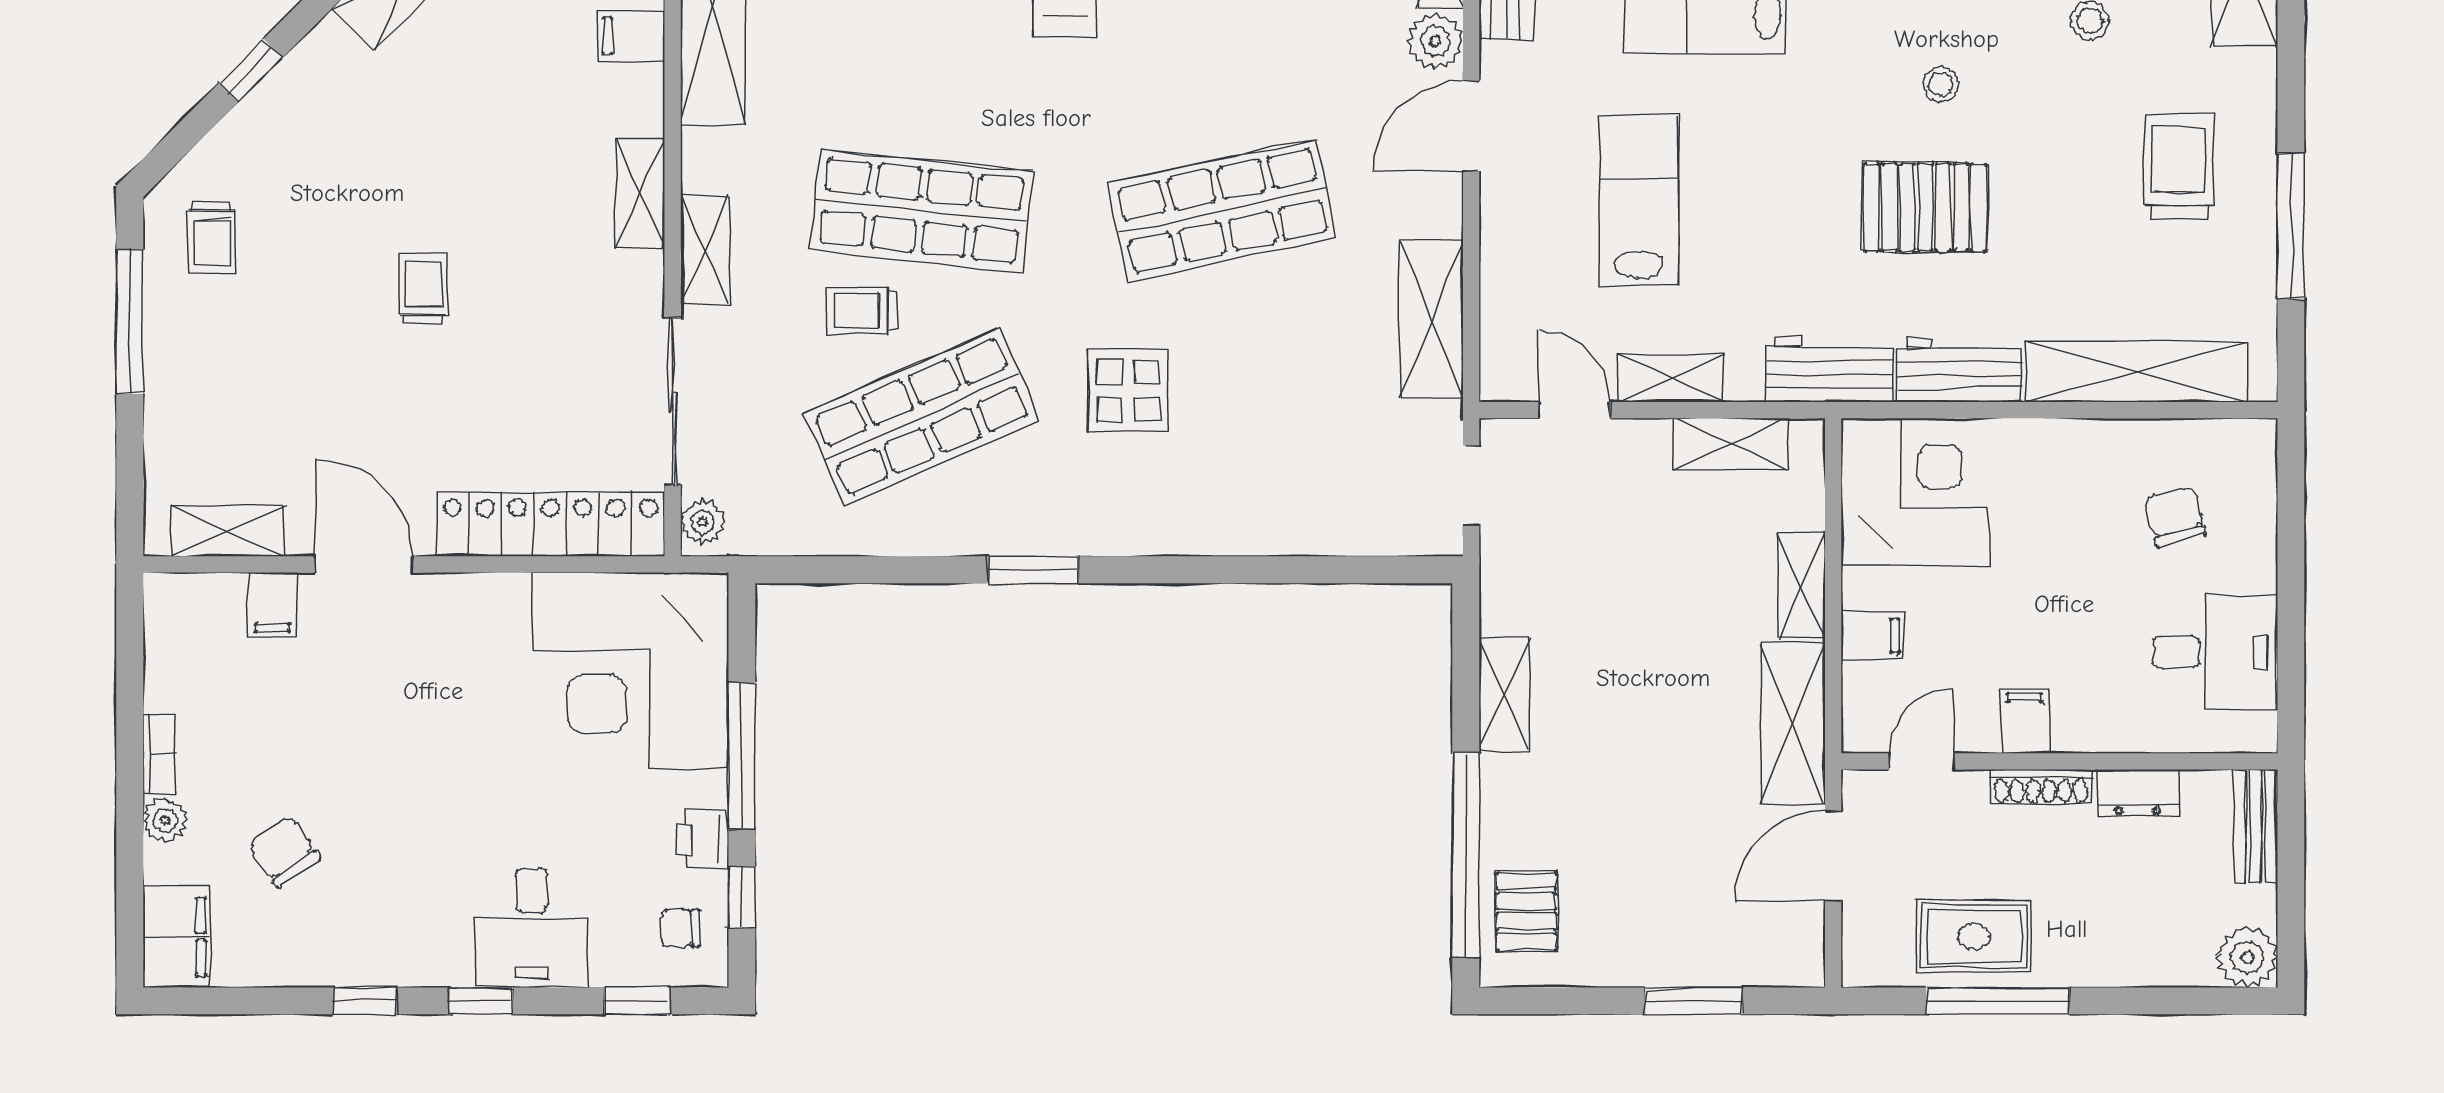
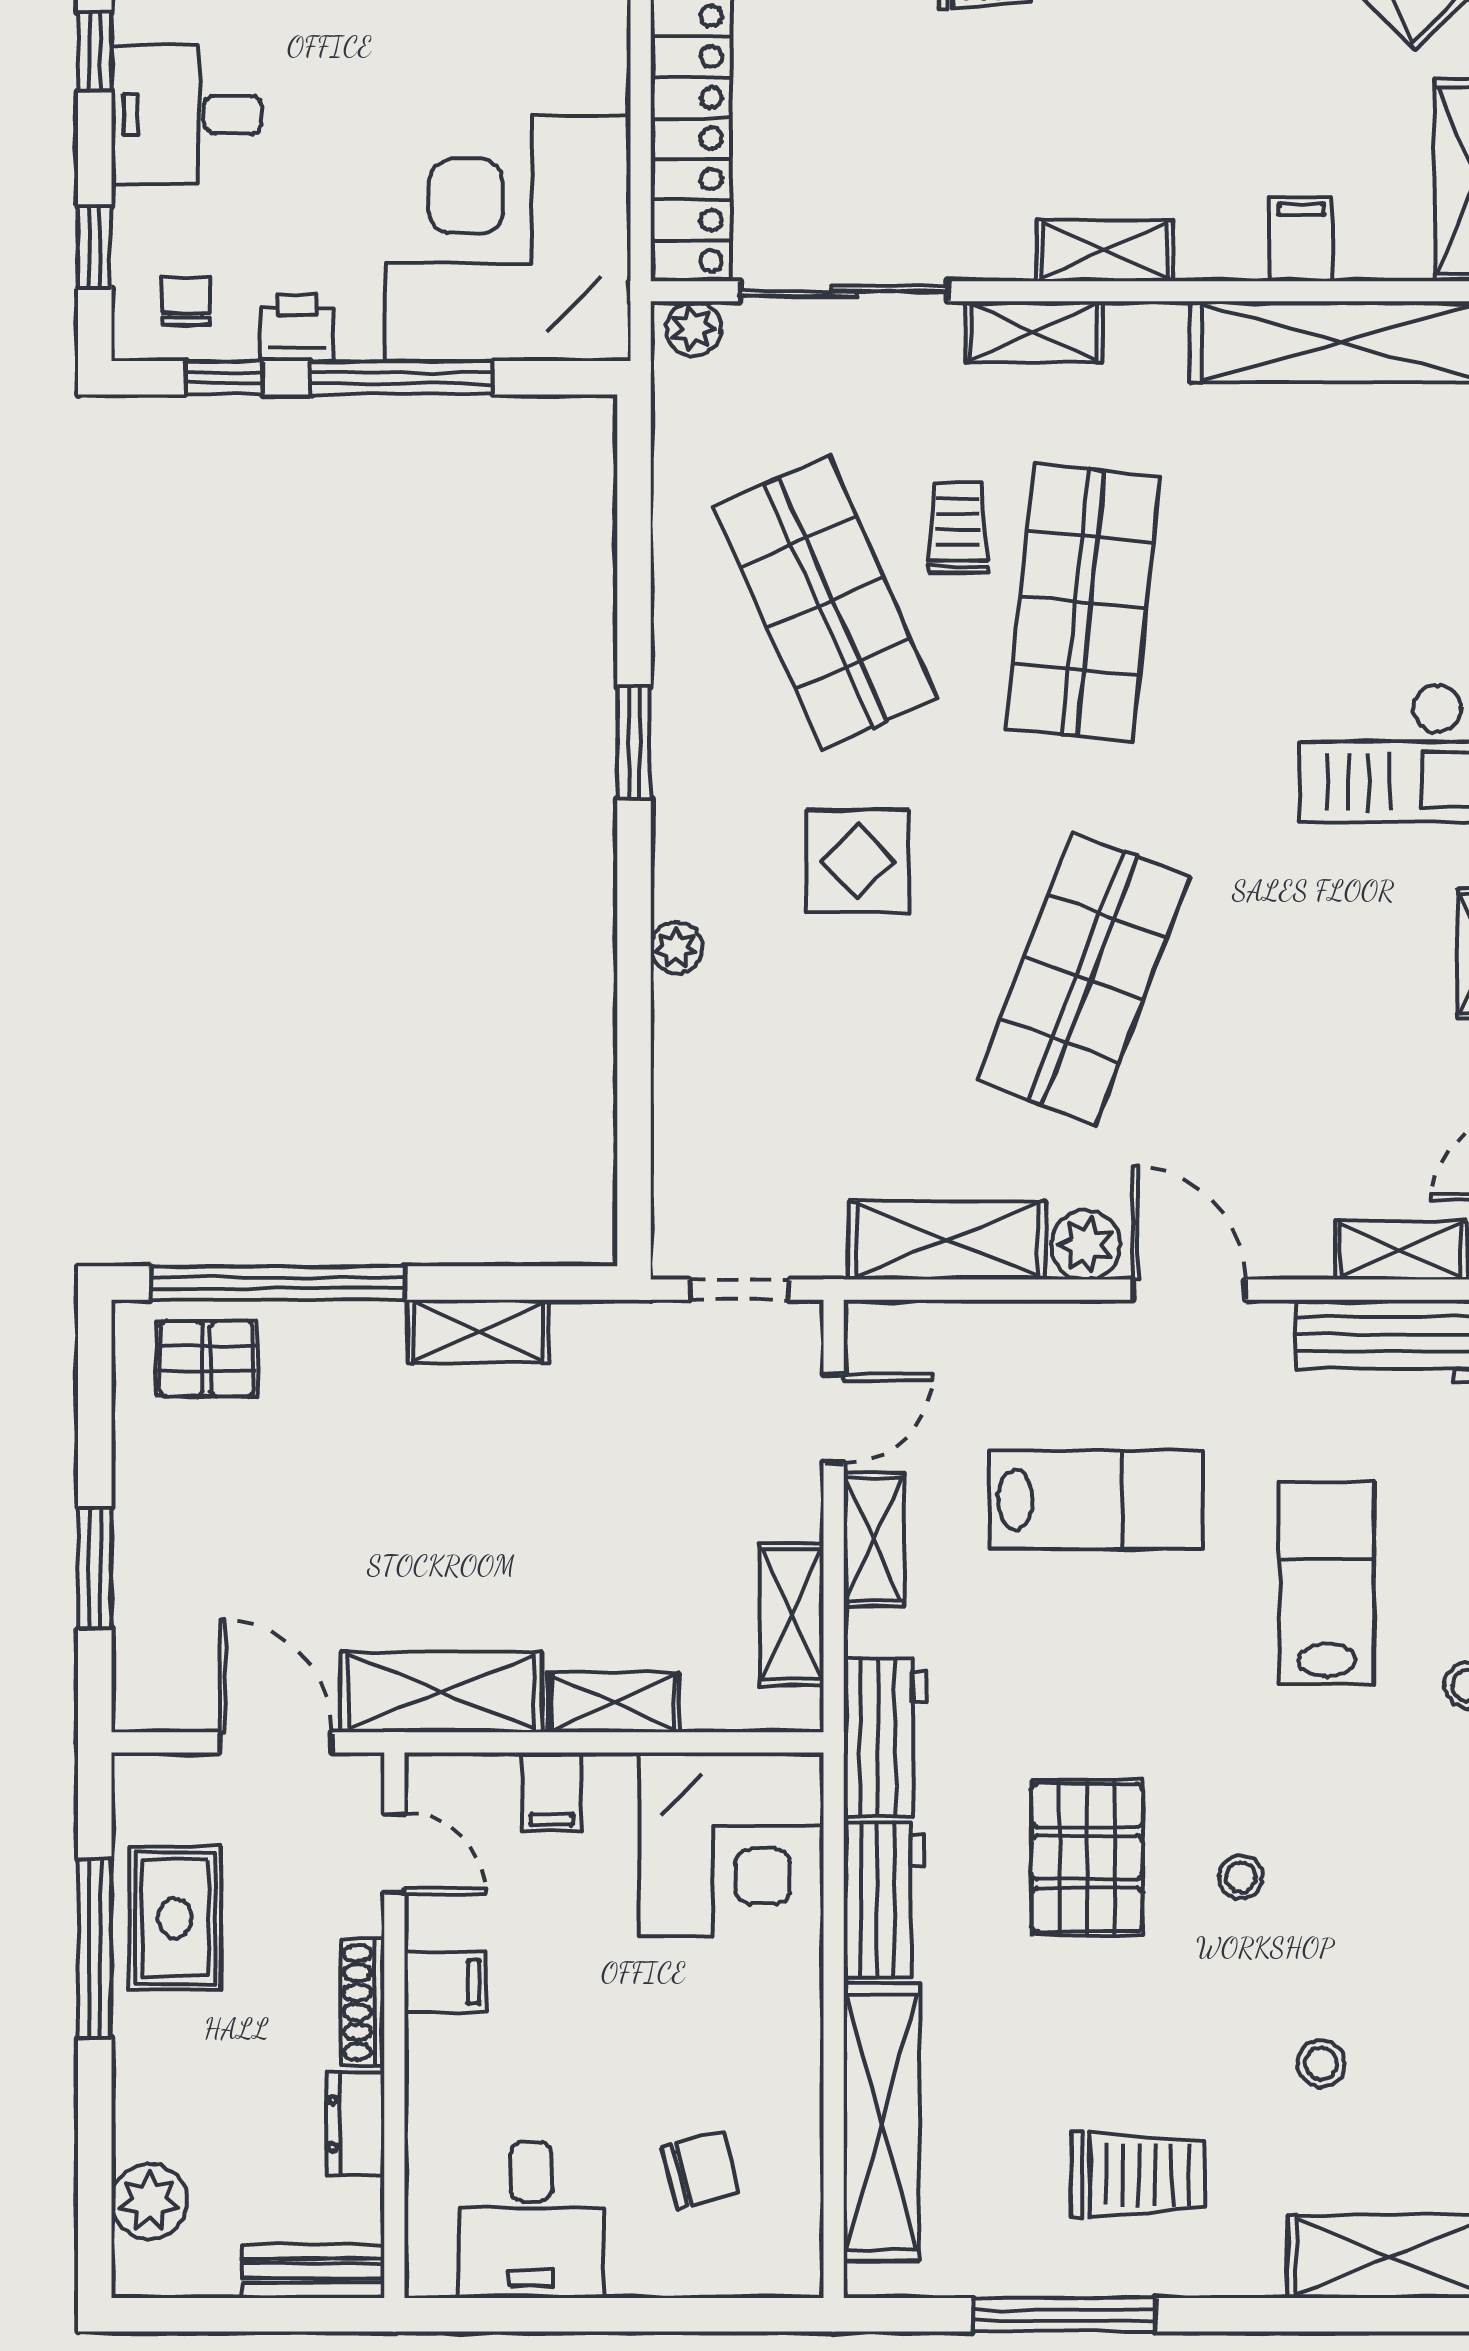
plant: (1435, 41) -> (1086, 1245), moved
shop shelf: (1222, 210) -> (1083, 978), turned 33
plant: (1198, 536) -> (676, 948), added
plant: (2247, 957) -> (149, 2201), moved

